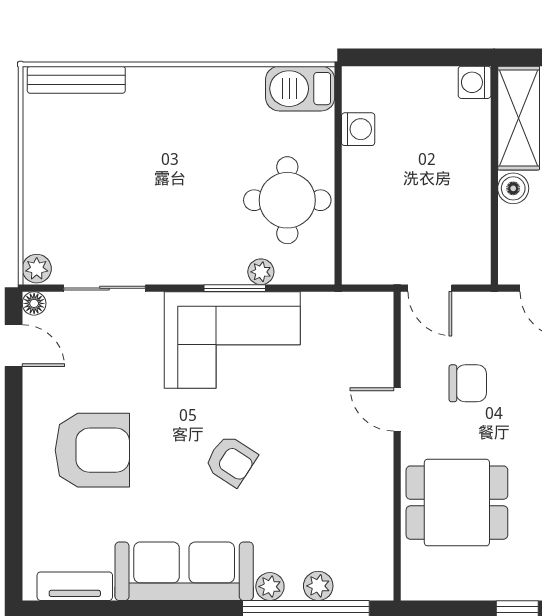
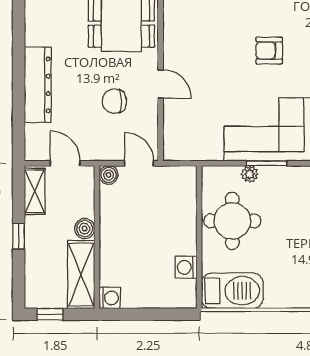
barbecue: (300, 89) -> (232, 291), width x1.37, depth x1.21
boiler: (476, 270) -> (109, 175), added
armchair: (231, 461) -> (269, 50), turned -33

